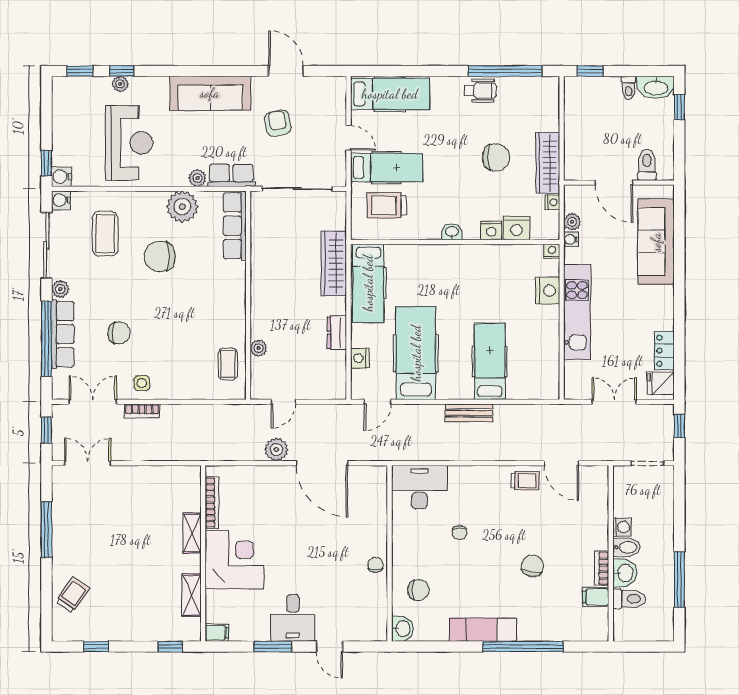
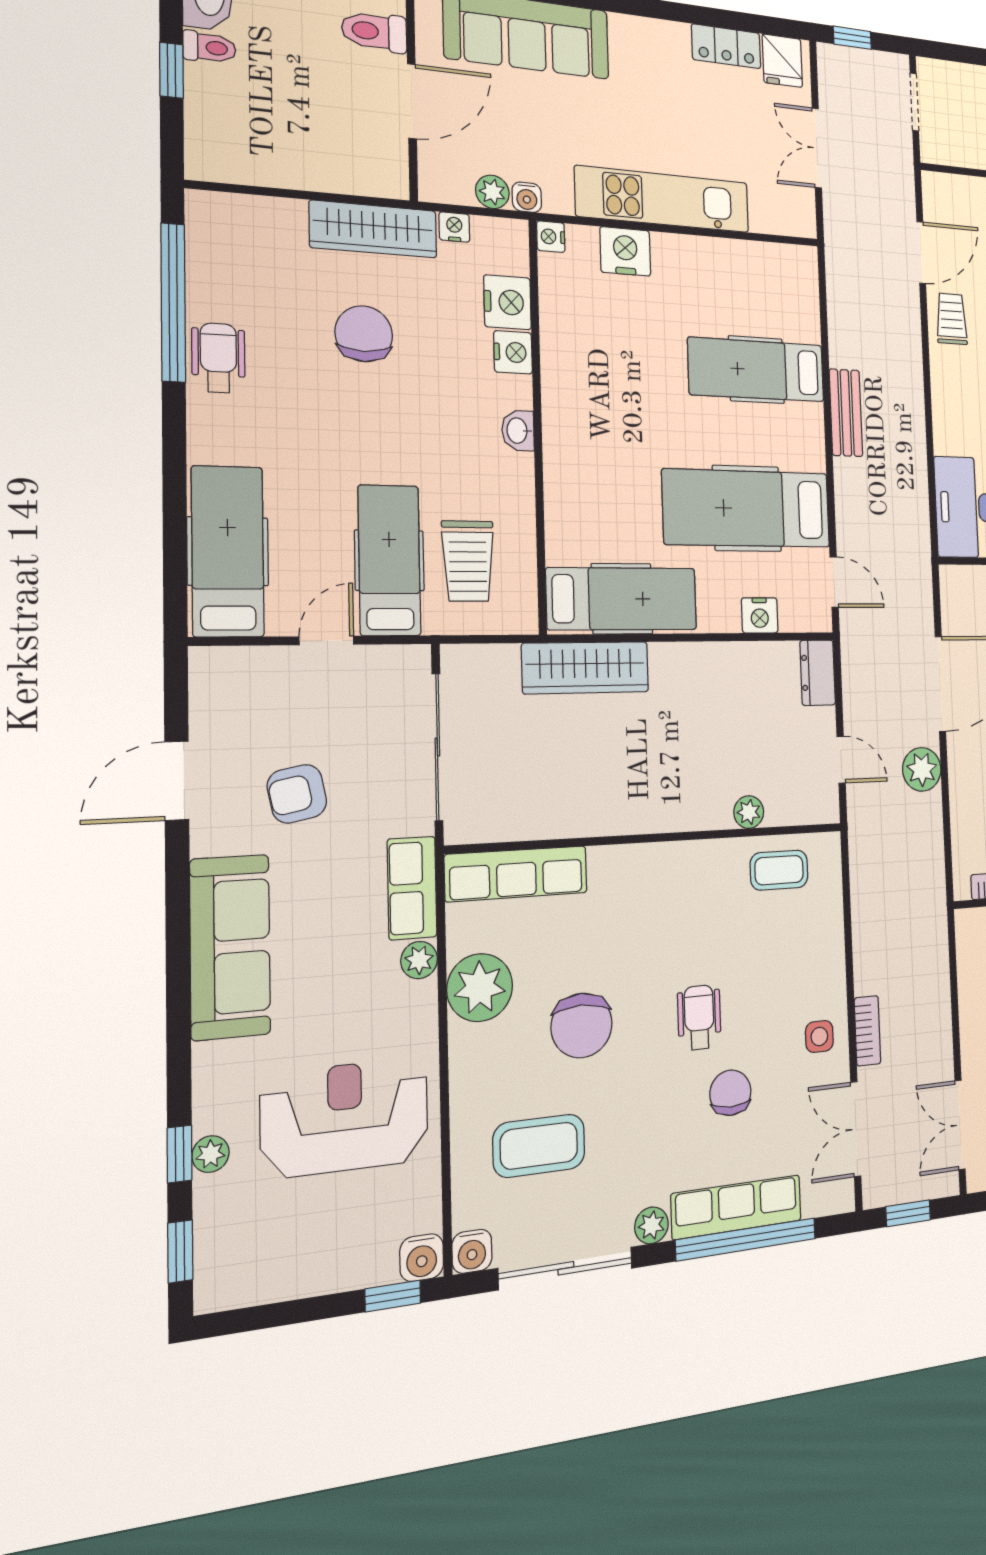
window: (590, 71) -> (171, 70), moved
wheelchair: (158, 317) -> (699, 1018), added
dresser: (337, 333) -> (818, 673), moved, turned 90

